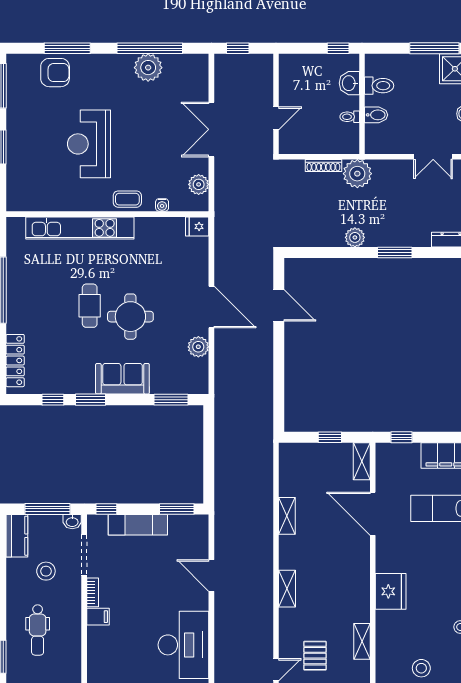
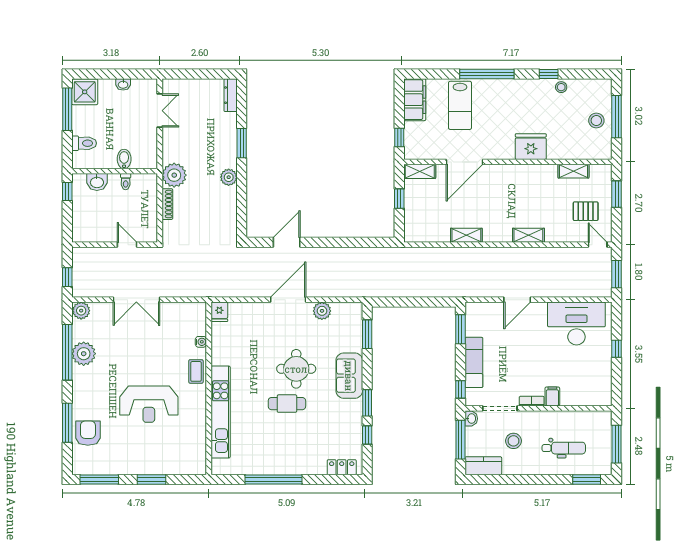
toilet: (379, 86) -> (84, 143), moved, turned 90
plant: (199, 184) -> (81, 311), moved
locker: (15, 361) -> (342, 467), width x0.66

